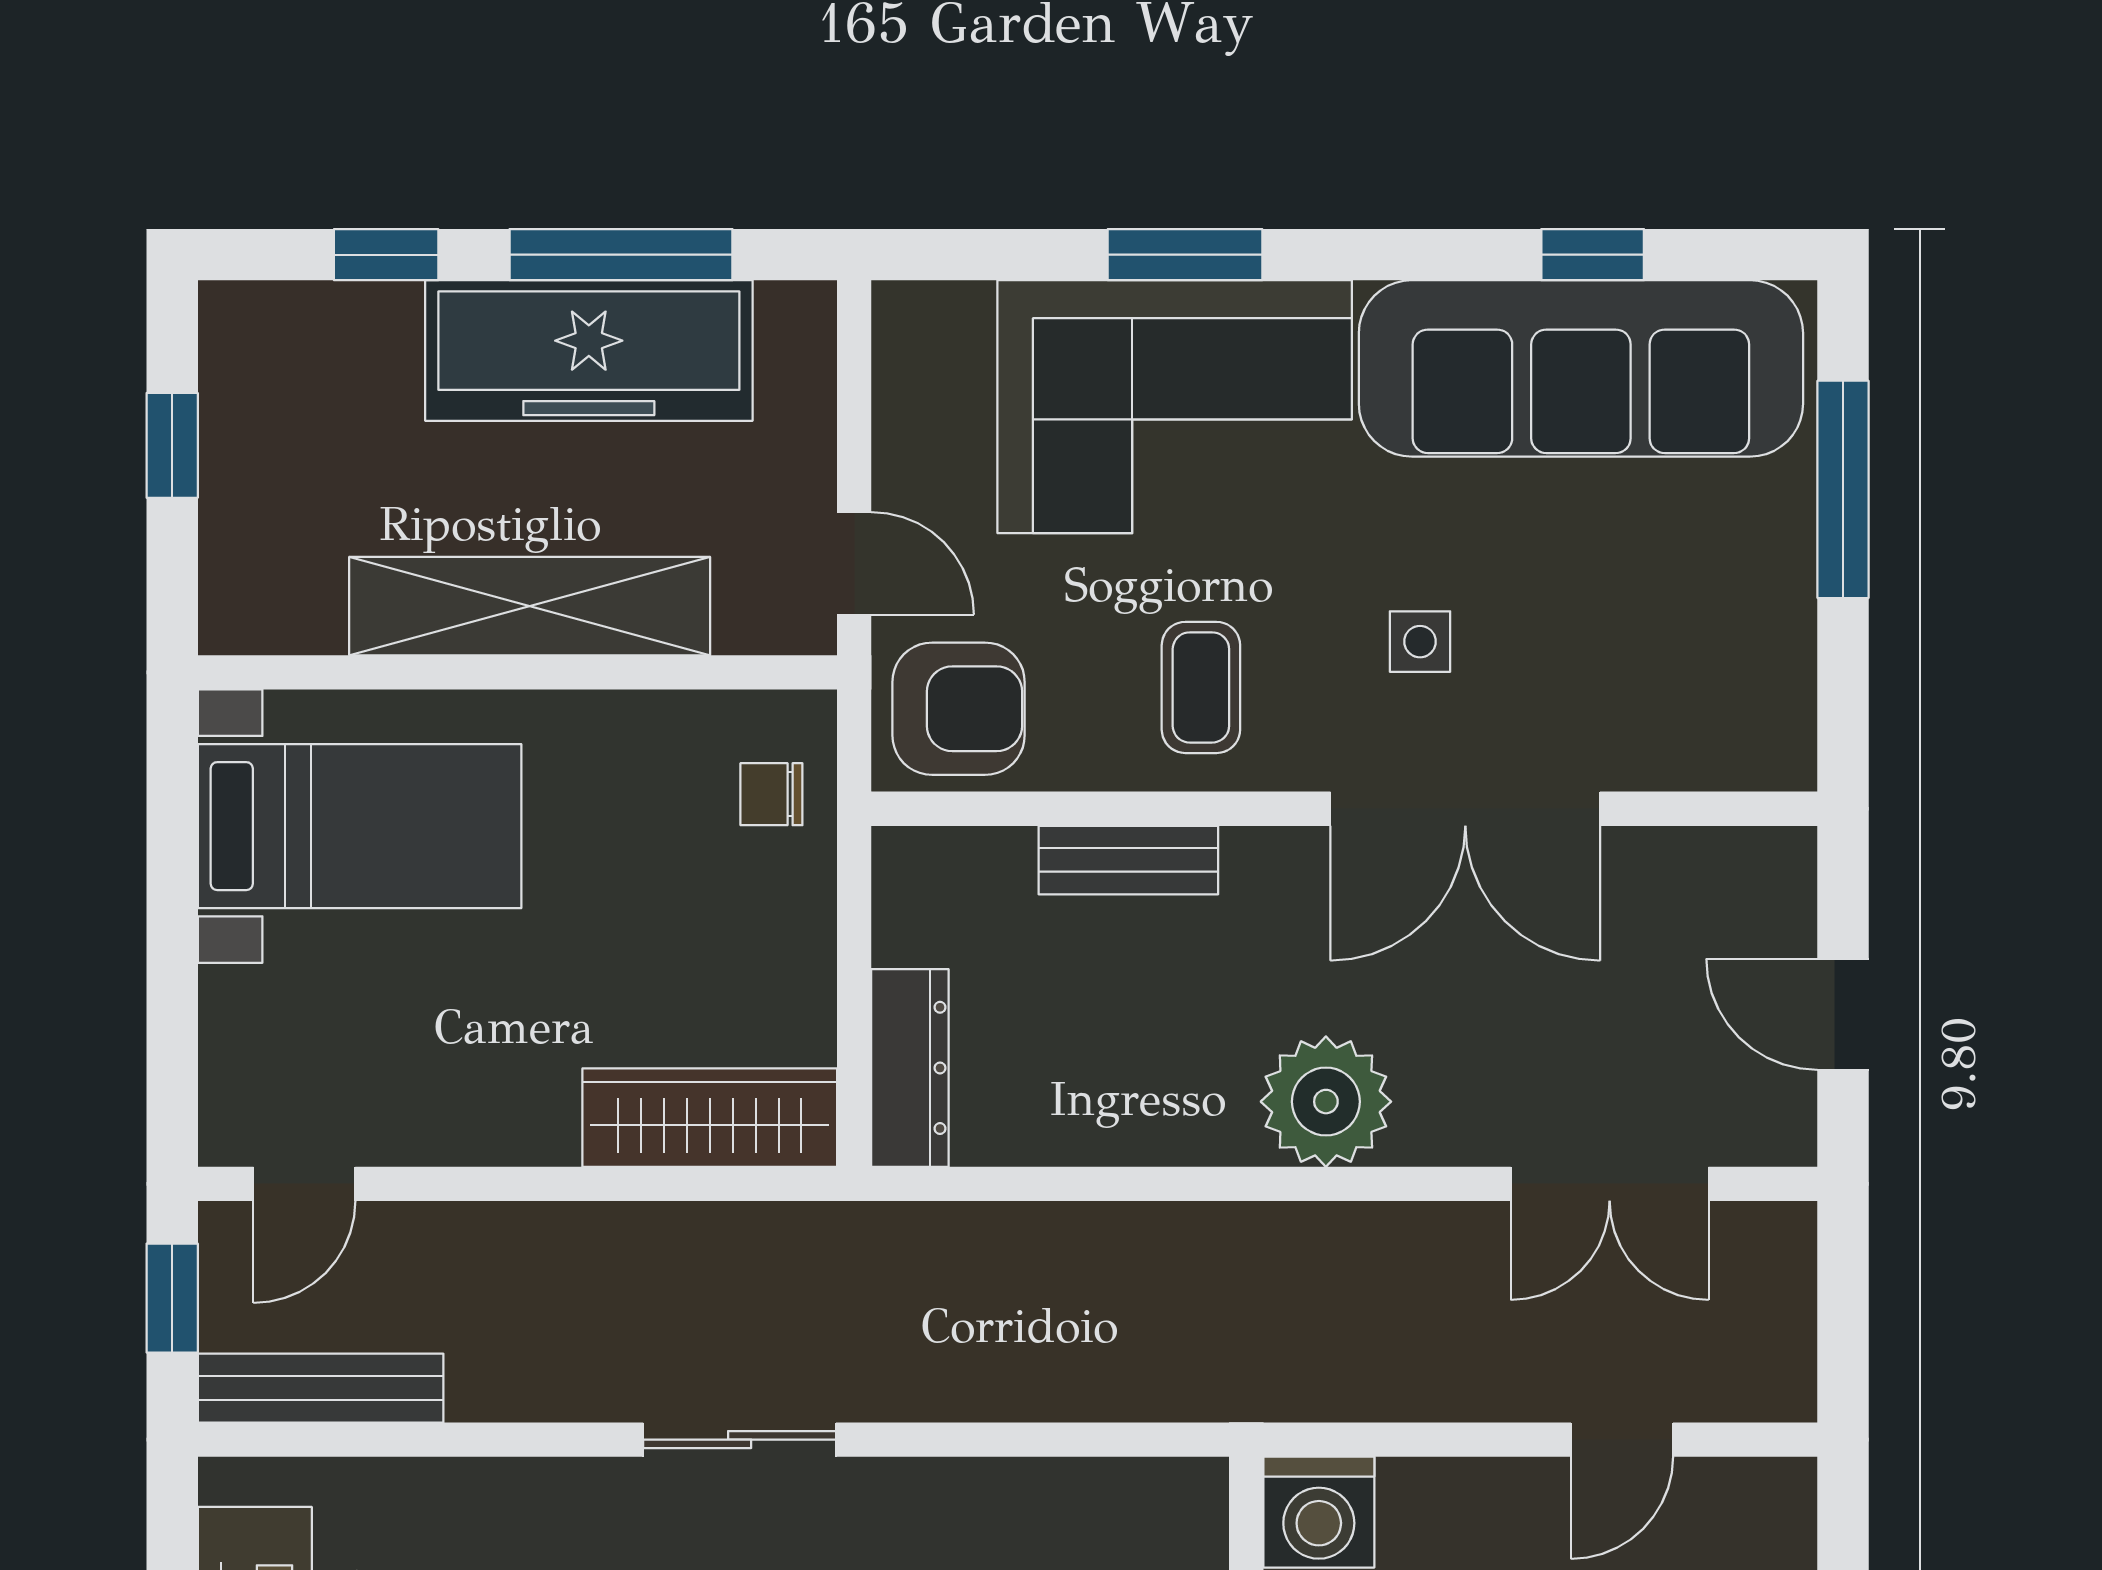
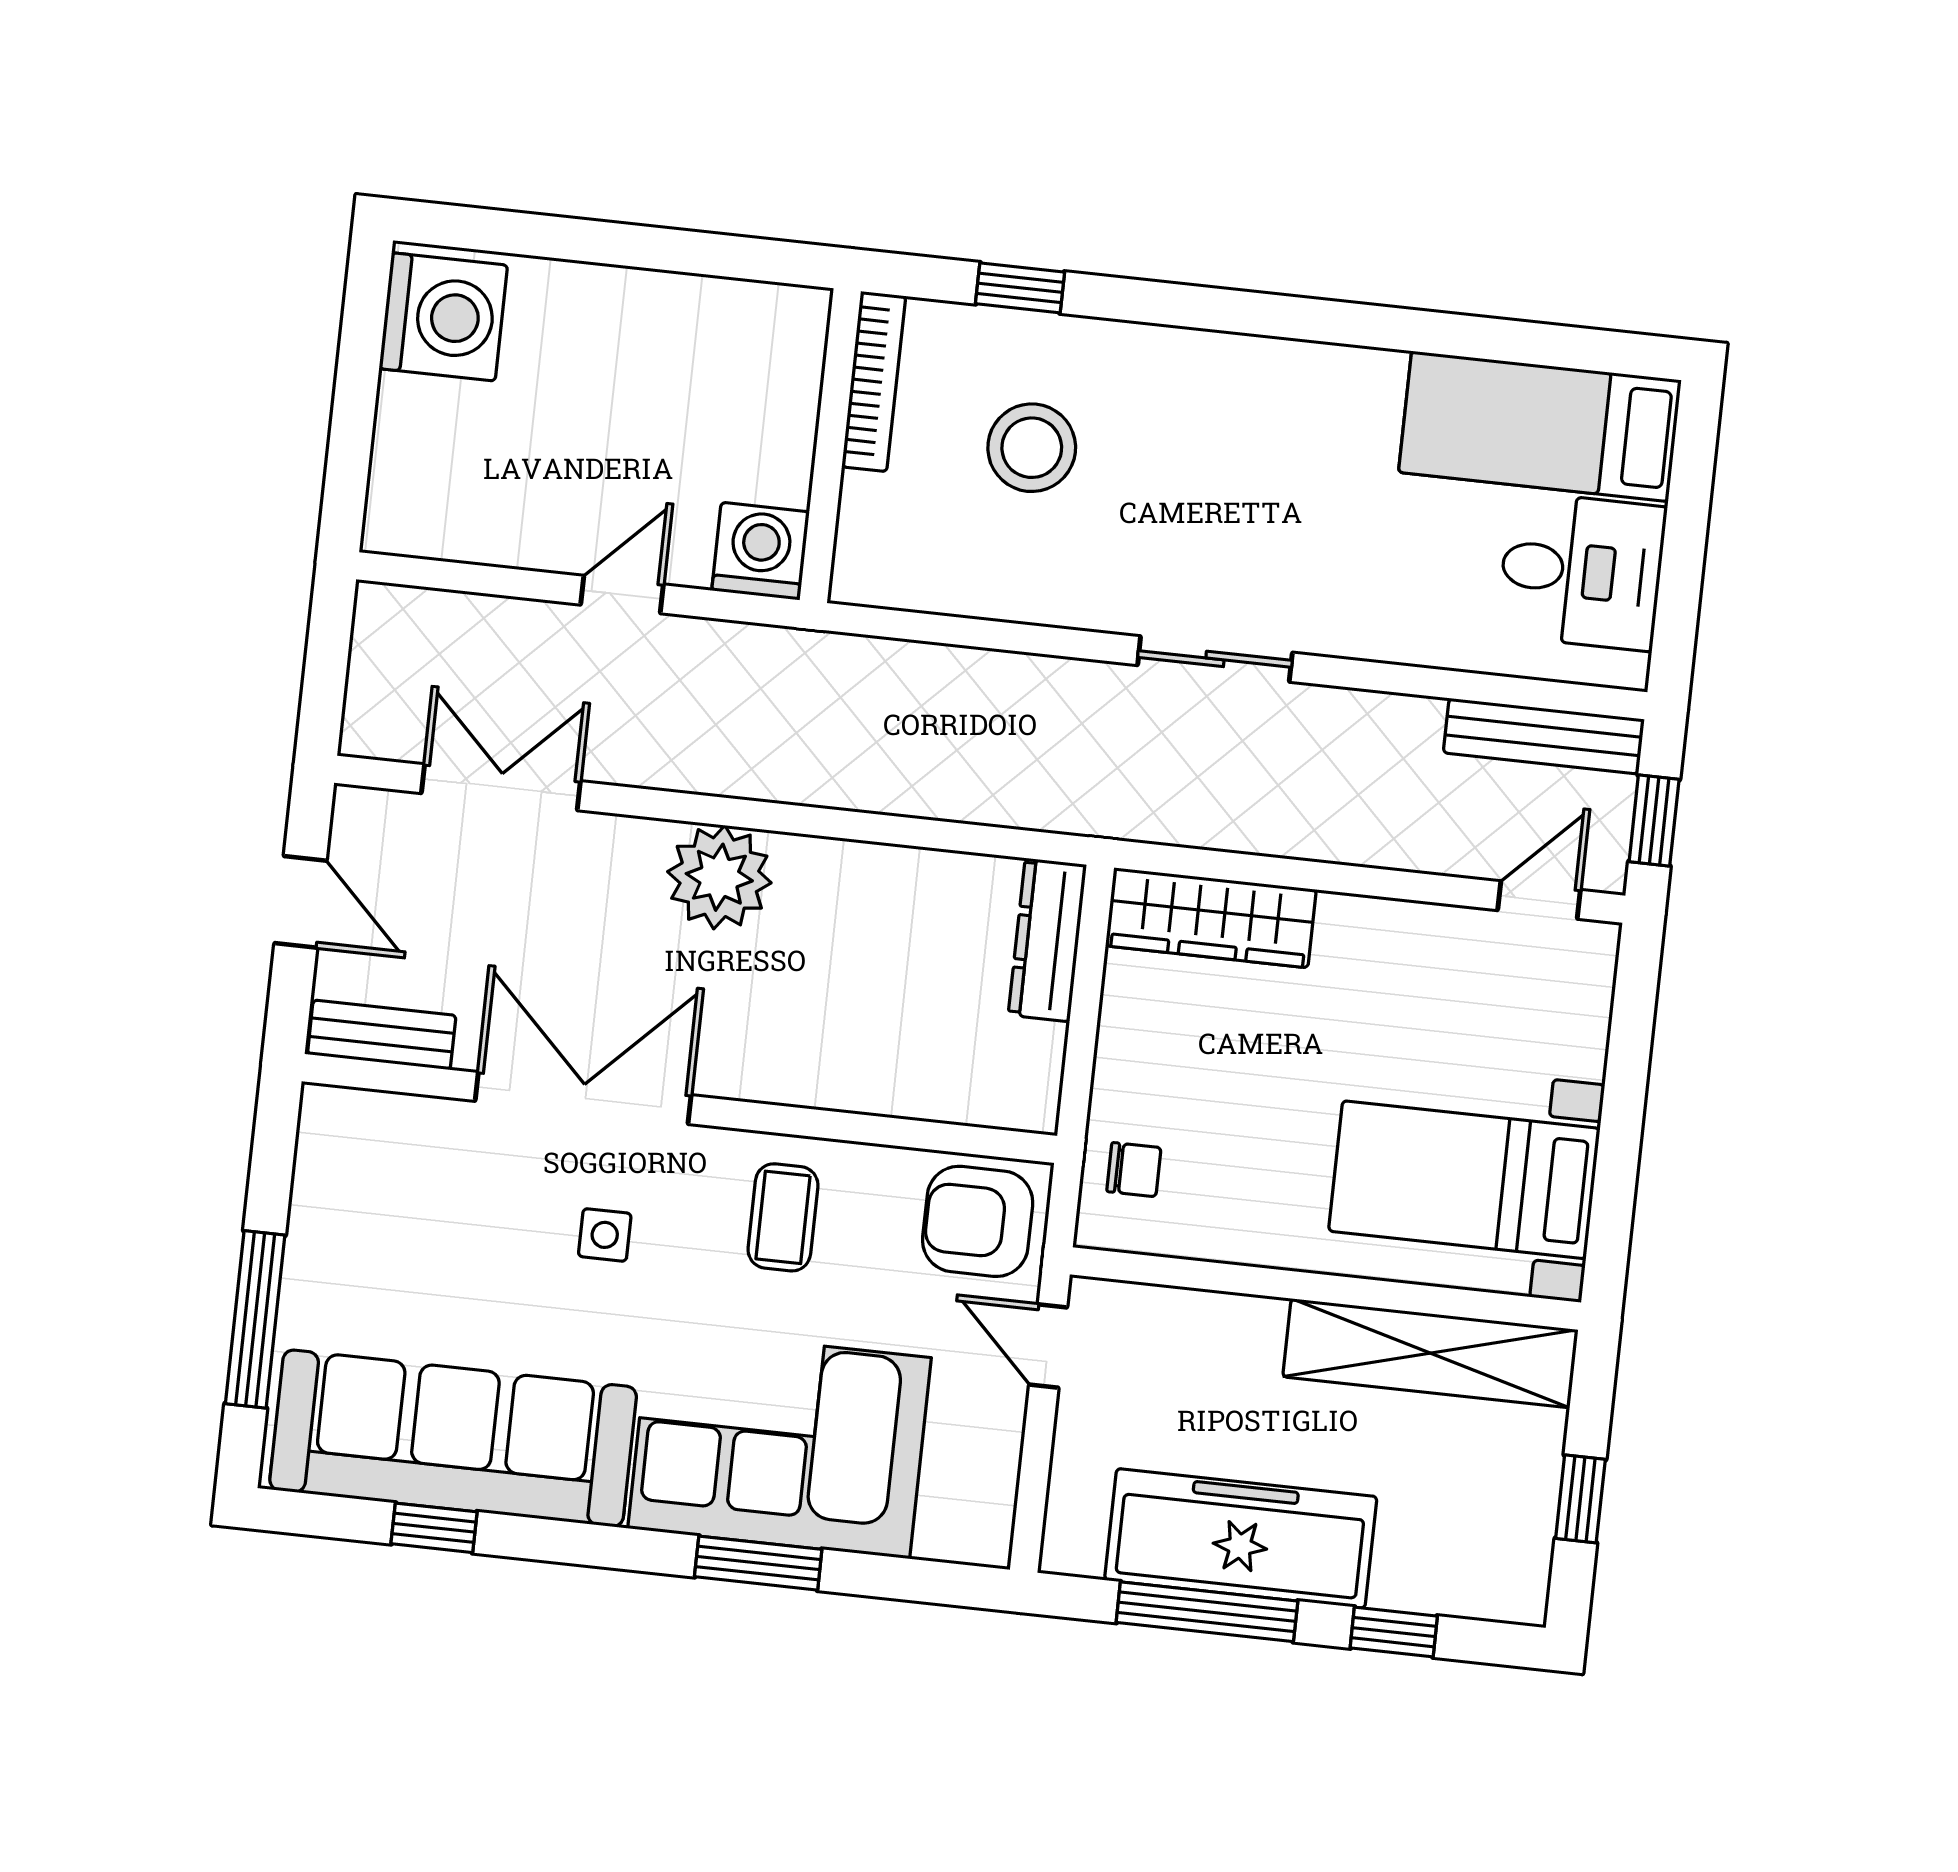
shelving: (530, 606) -> (1430, 1353), moved
bench: (1128, 860) -> (382, 1035), moved
door: (1622, 1440) -> (622, 595), moved

